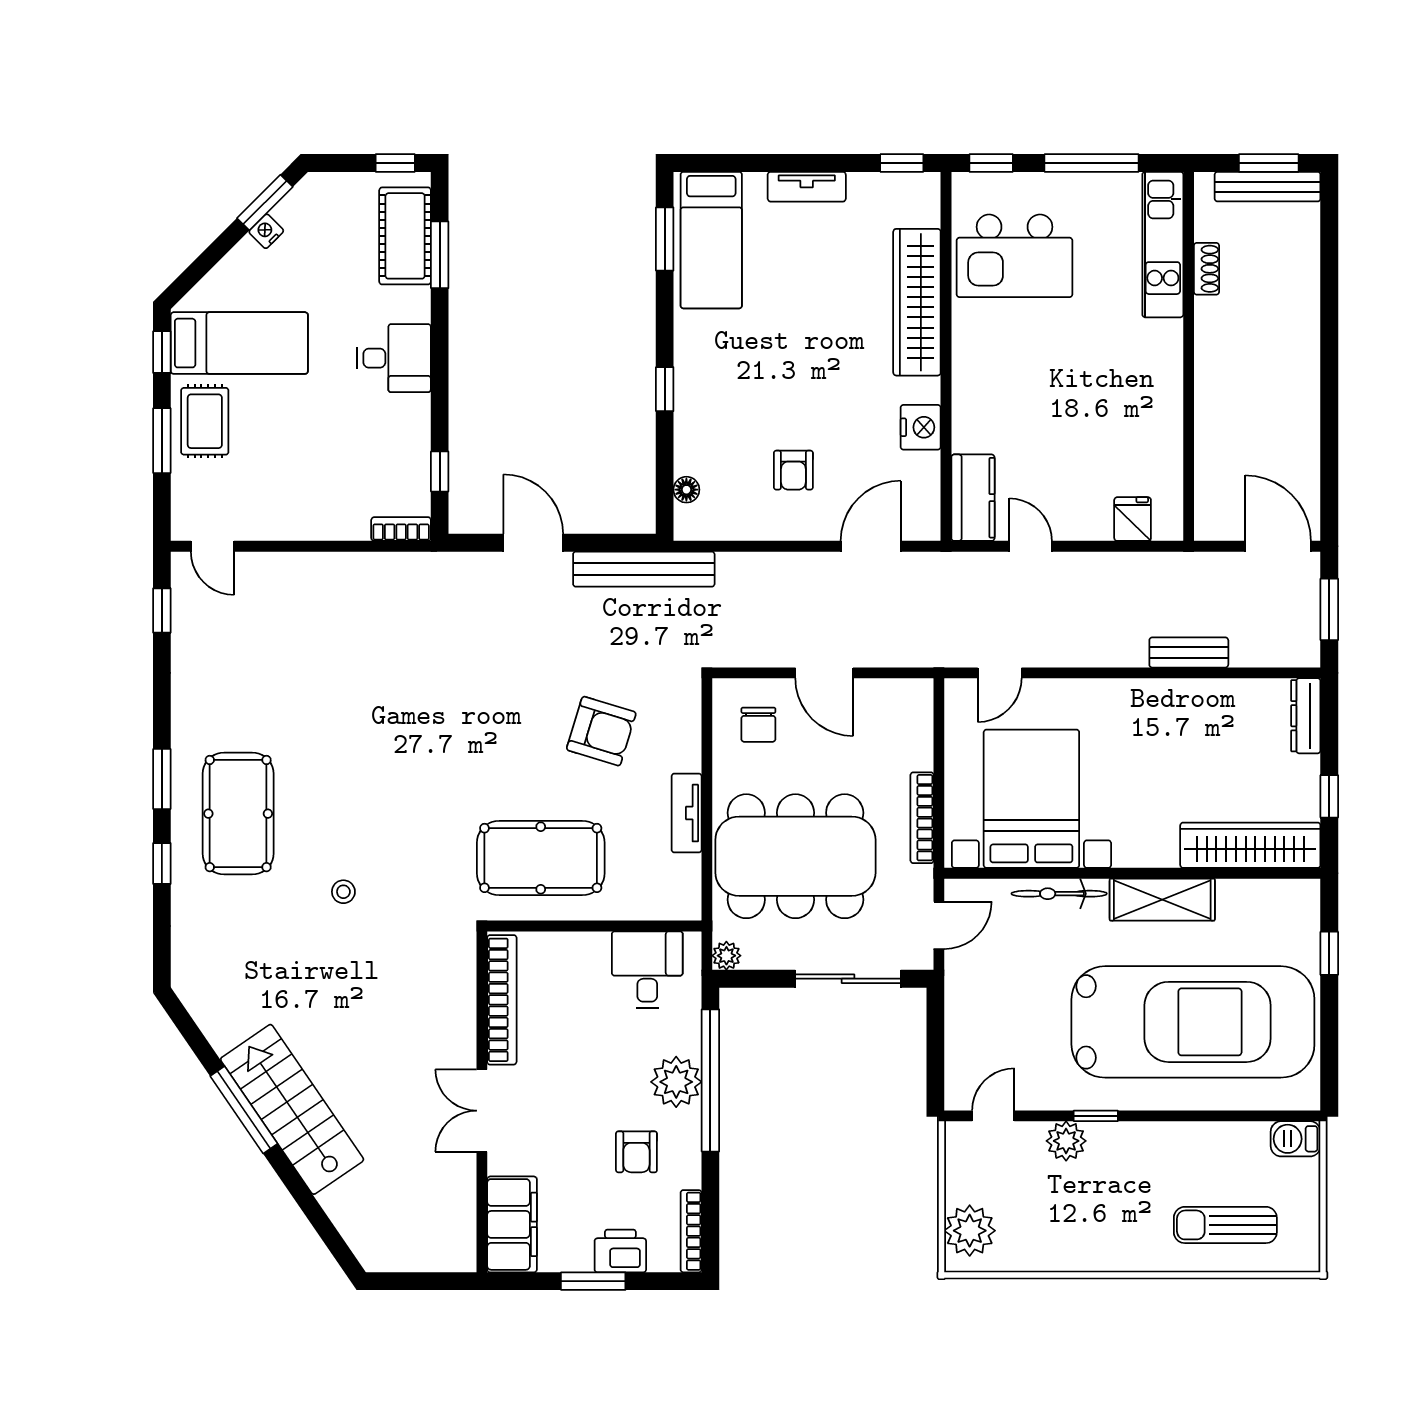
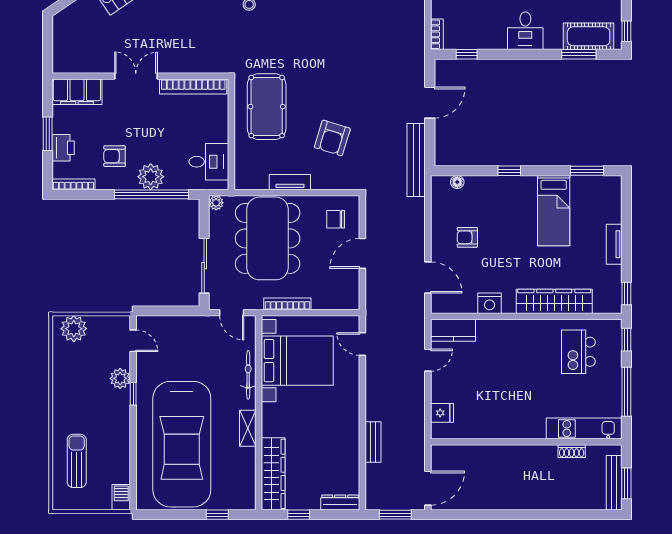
bed: (711, 240) -> (554, 211), moved, turned -90
kitchen island: (1015, 256) -> (578, 352), width x0.73, depth x0.78
shelving: (1162, 900) -> (248, 428), width x0.67, depth x0.75

